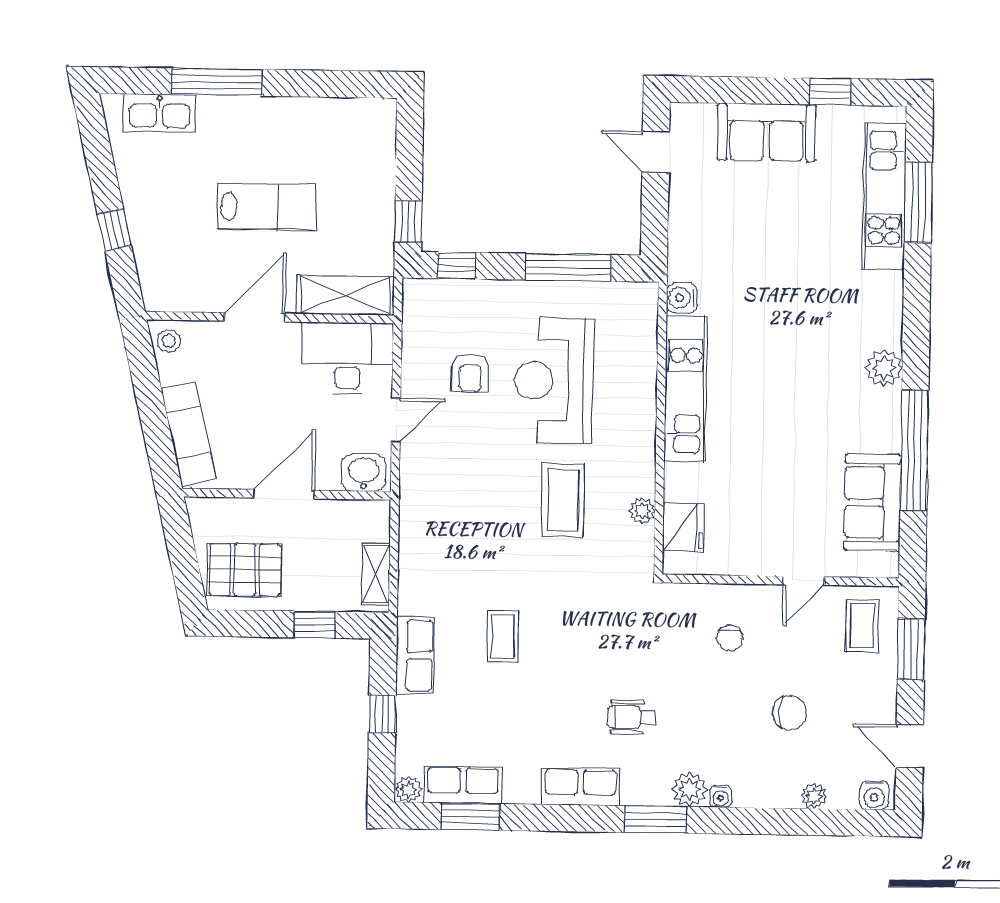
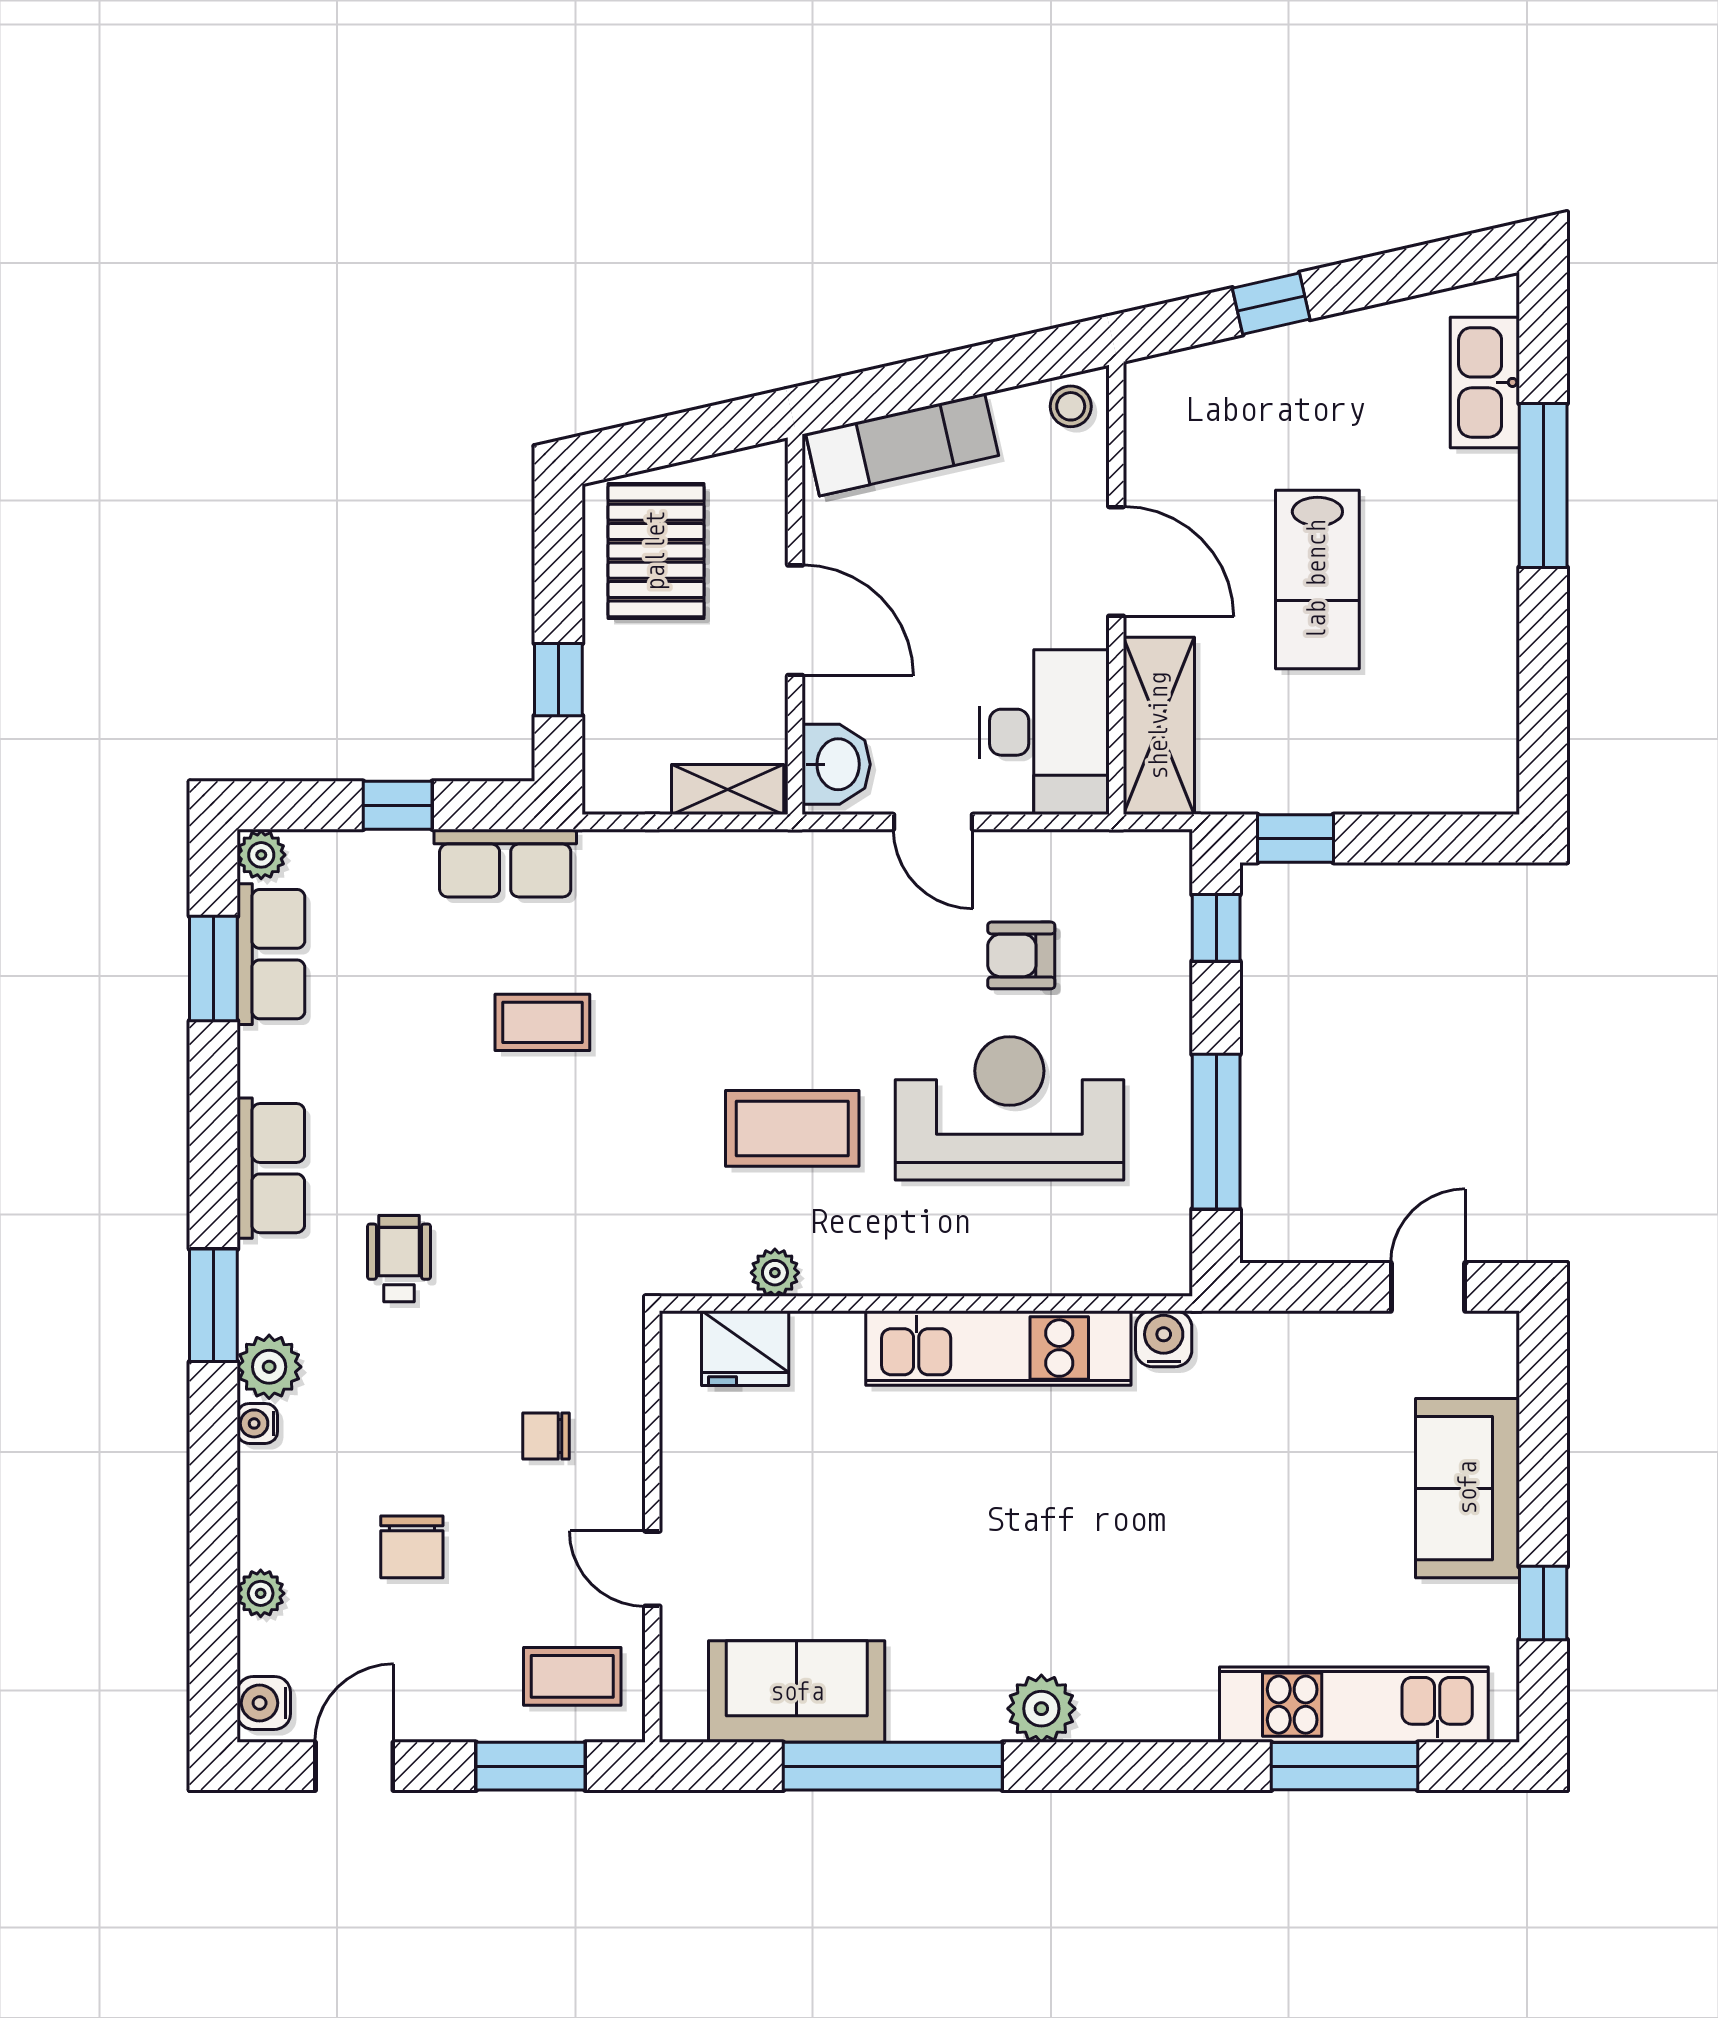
shelving: (376, 574) -> (728, 790), moved

